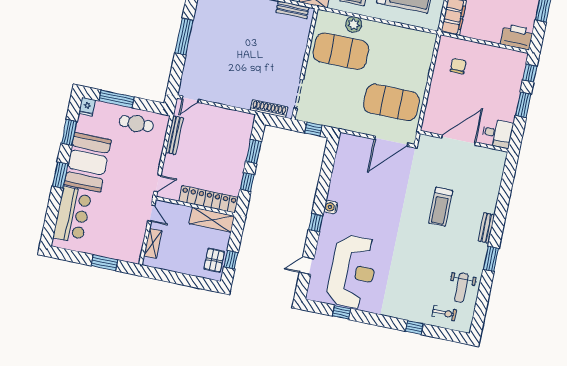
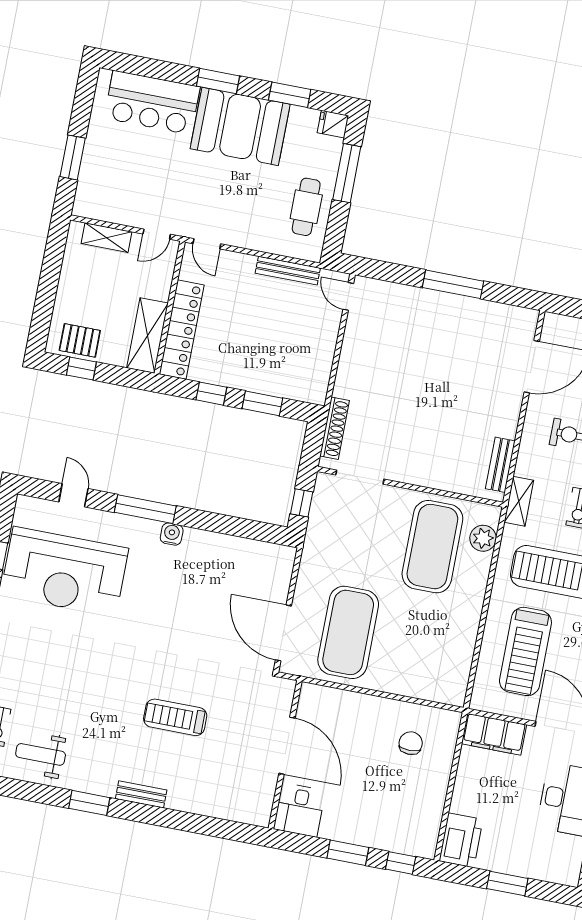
plant: (354, 24) -> (483, 538), moved
chair: (458, 66) -> (411, 743), turned -90
window: (316, 223) -> (145, 509), width x2.17

